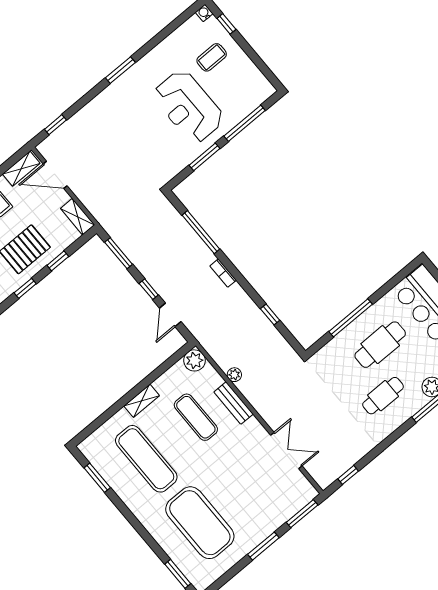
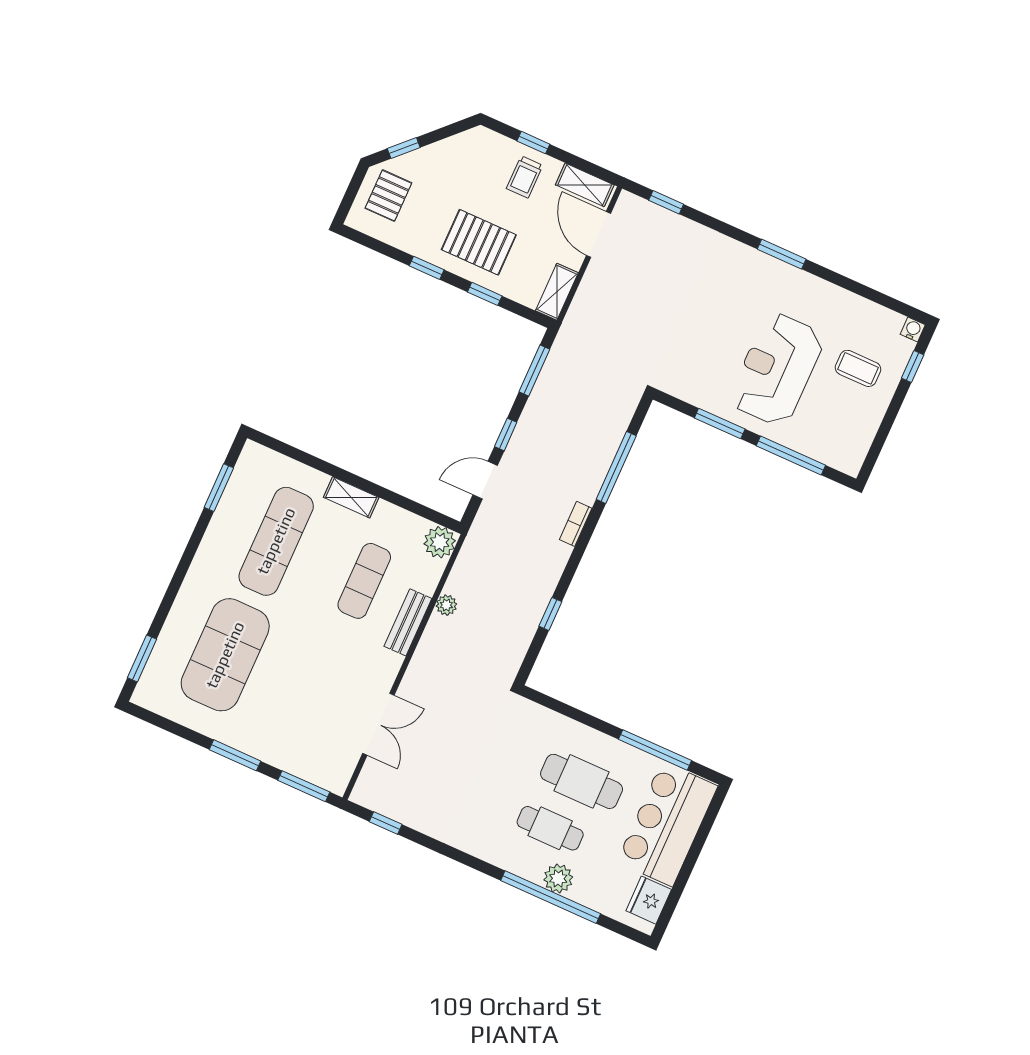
window: (351, 318) -> (655, 750), moved
cafe table: (383, 396) -> (550, 828), moved

